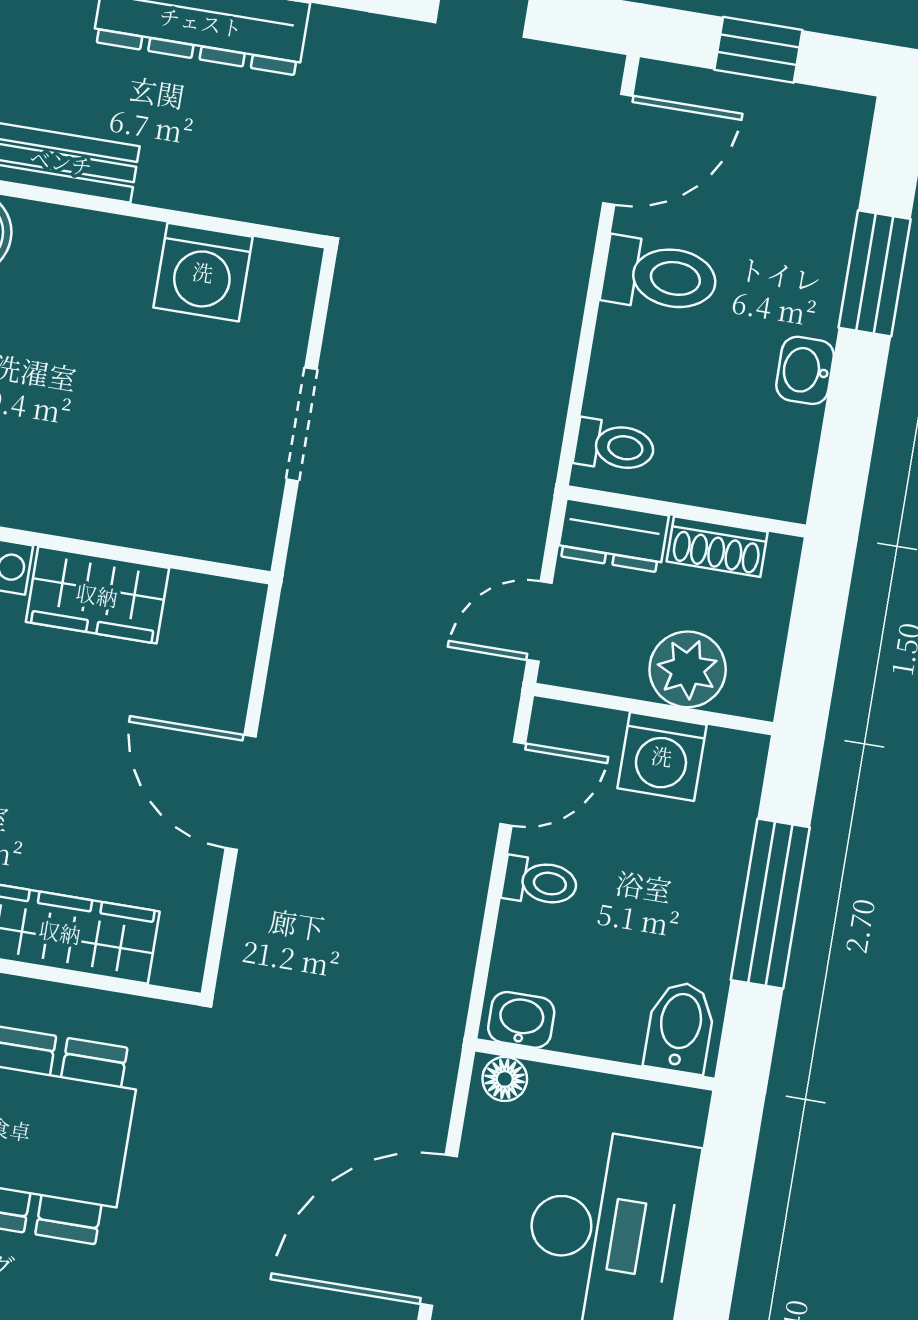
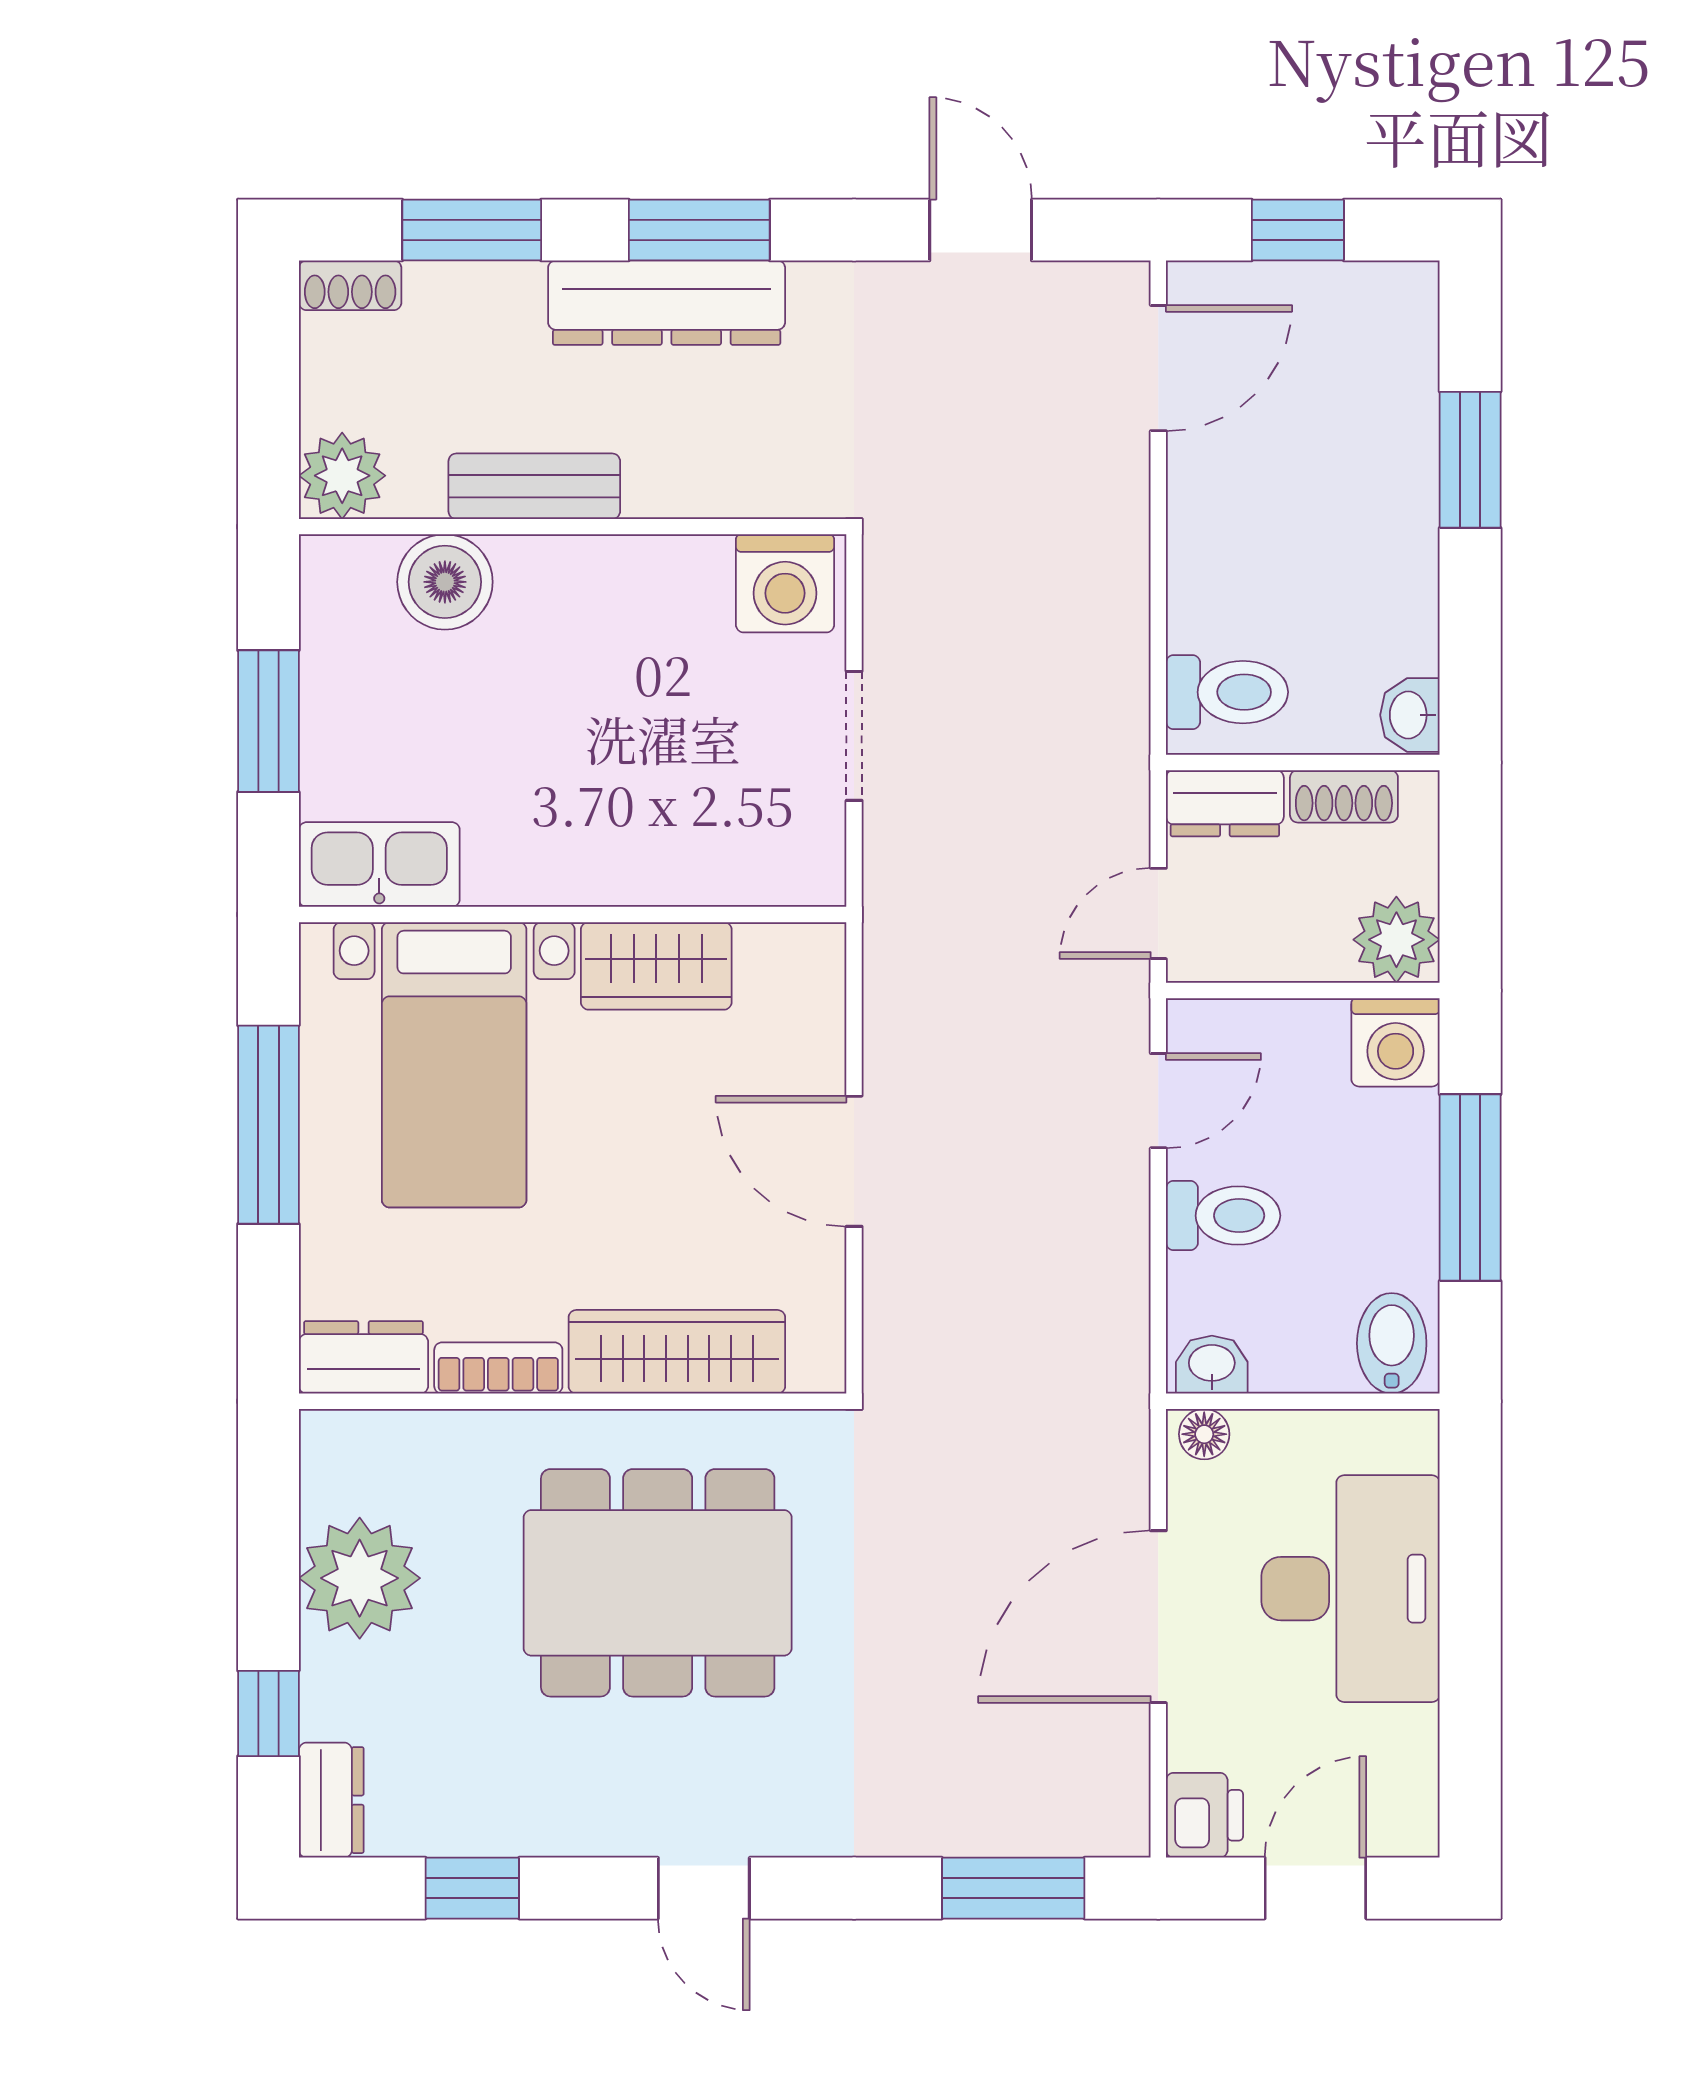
washing machine: (203, 272) -> (785, 583), moved
toilet: (660, 276) -> (1229, 503), removed
washbasin: (805, 370) -> (1410, 715), moved
toilet: (615, 446) -> (1227, 692), width x1.37, depth x1.39
plant: (688, 669) -> (1396, 940), moved
washing machine: (662, 756) -> (1396, 1042), moved
toilet: (540, 882) -> (1223, 1216), width x1.37, depth x1.39

